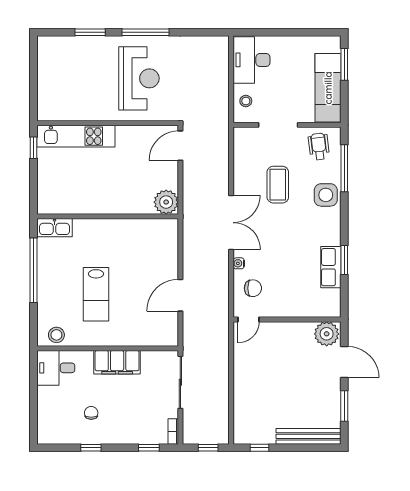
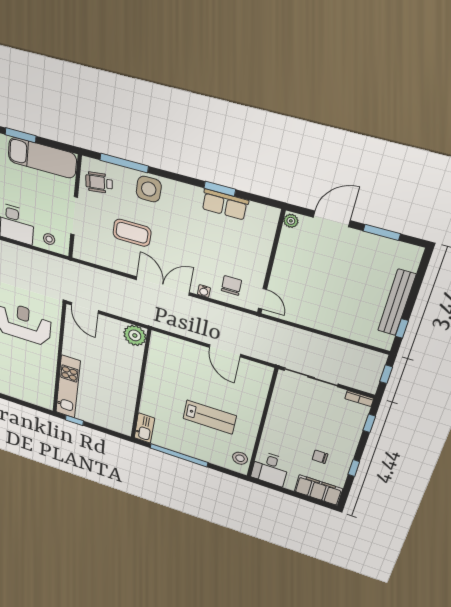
plant: (327, 334) -> (291, 221), width x0.53, depth x0.53
filing cabinet: (117, 362) -> (318, 490), moved, turned -90
bench: (308, 436) -> (397, 303), moved

